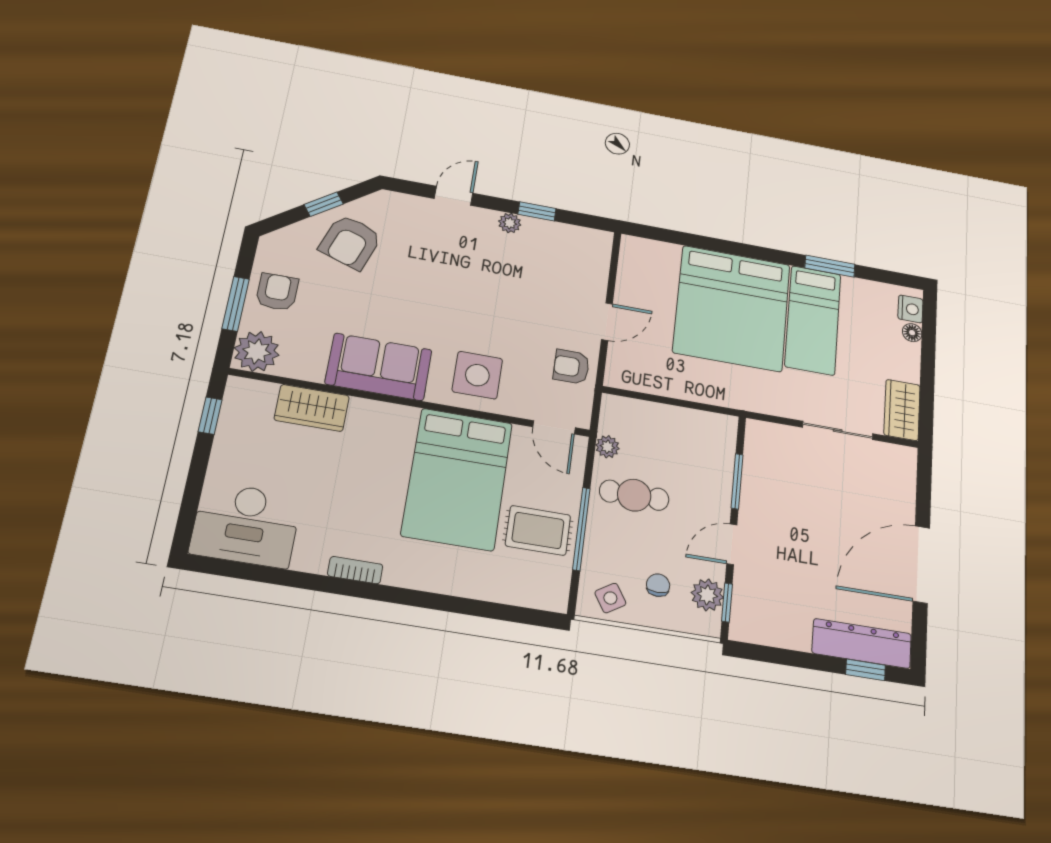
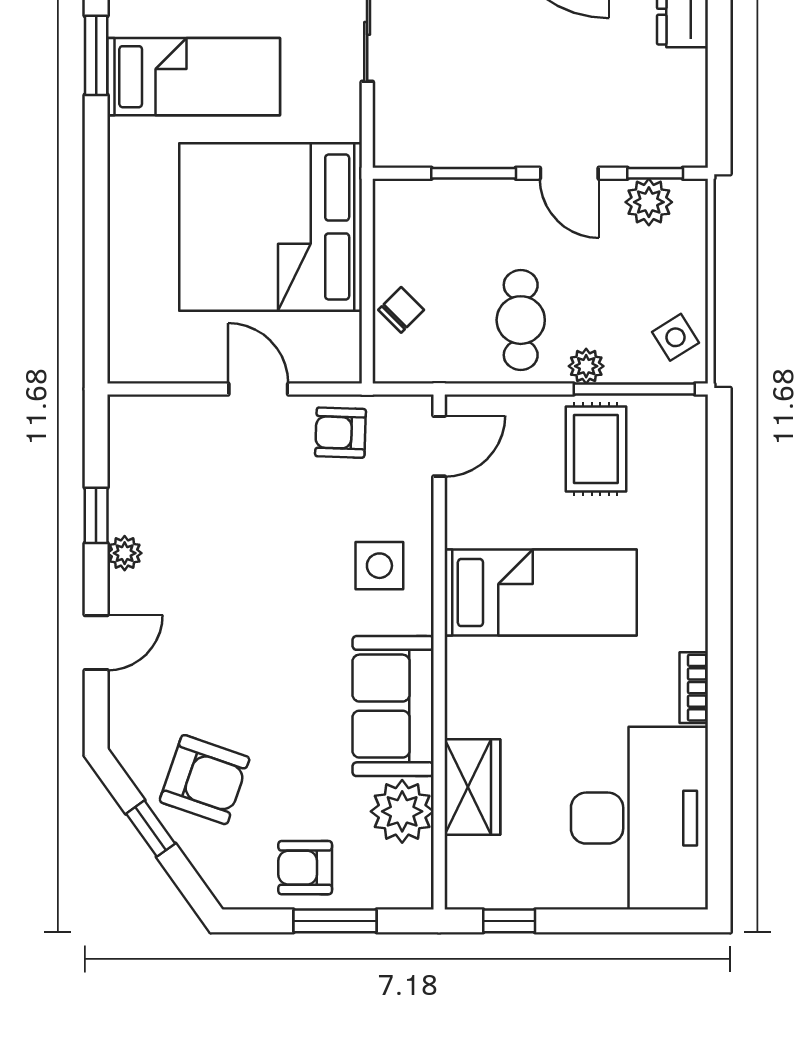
door: (454, 196) -> (96, 643), swing flipped
bed: (732, 308) -> (271, 227), moved, turned 180
plant: (257, 351) -> (402, 811), moved
armchair: (571, 367) -> (341, 433), turned 92
side table: (477, 375) -> (379, 566), width x0.73, depth x0.73
plant: (607, 447) -> (586, 366), moved
bed: (457, 479) -> (541, 593), width x0.67
desk: (246, 525) -> (639, 818), width x1.36, depth x1.30
window: (581, 529) -> (634, 389), moved
chair: (658, 585) -> (401, 310), moved, turned 135

